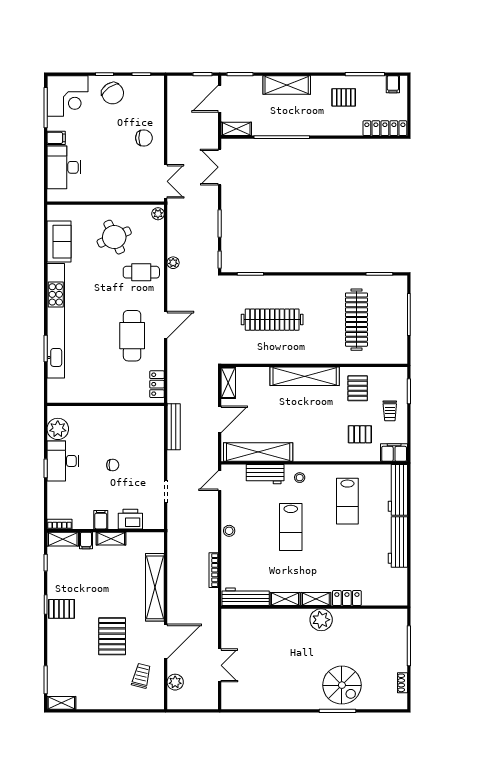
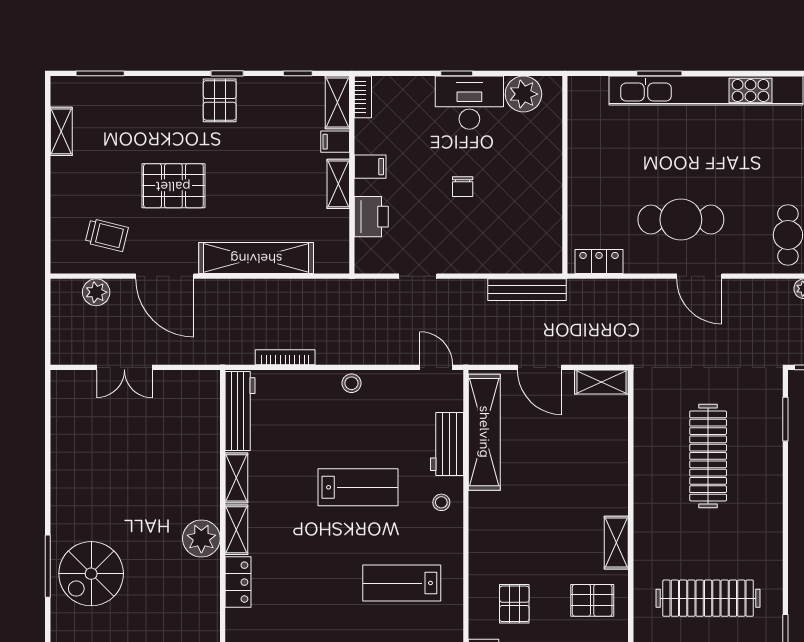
shelving: (305, 376) -> (616, 543), width x0.45, depth x0.75
lab bench: (291, 527) -> (358, 487), turned 180
shelving: (61, 703) -> (61, 131), moved

